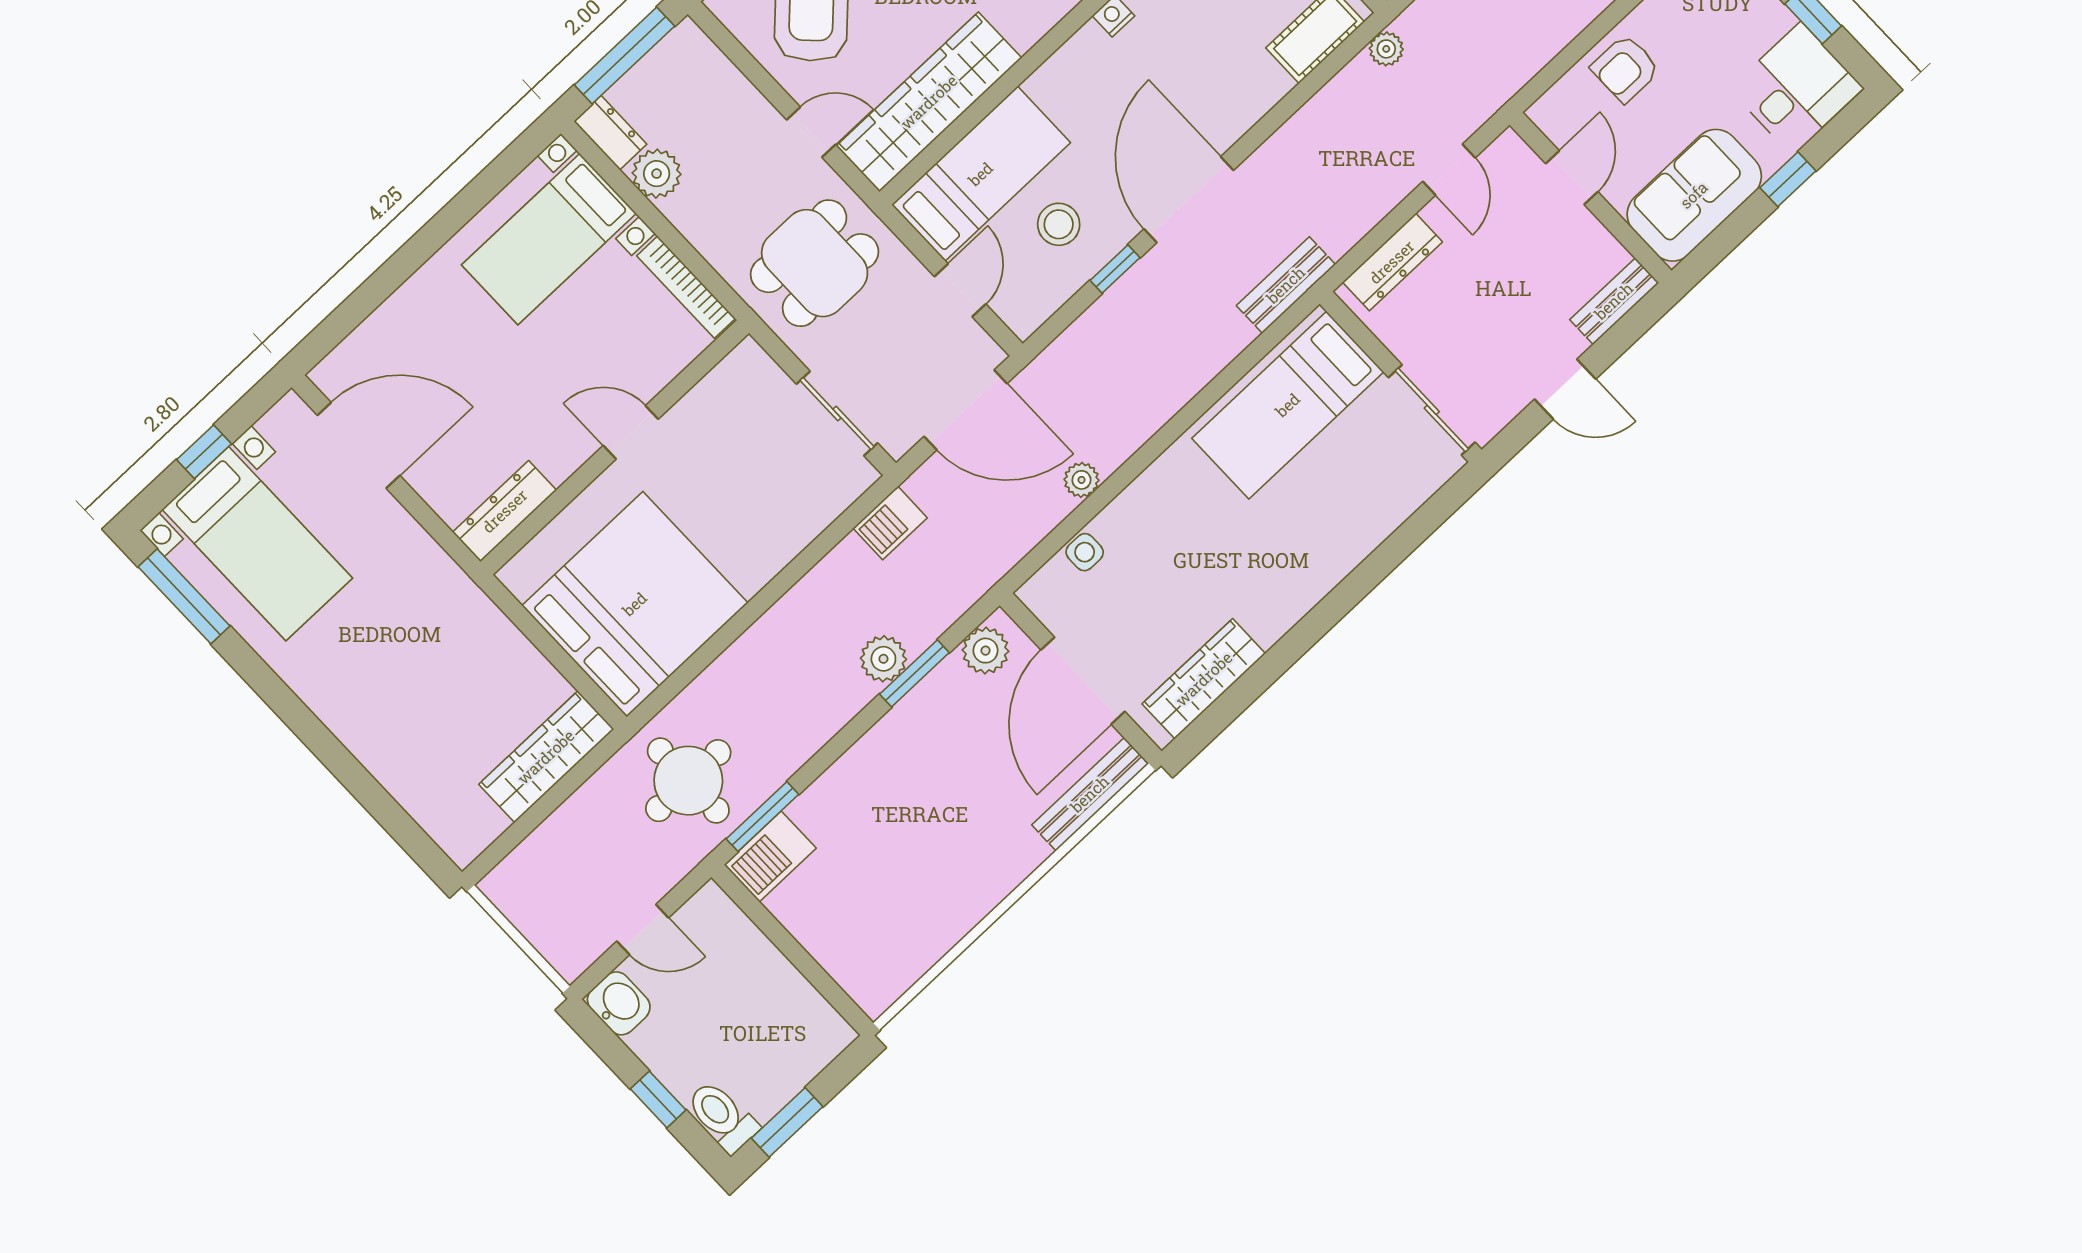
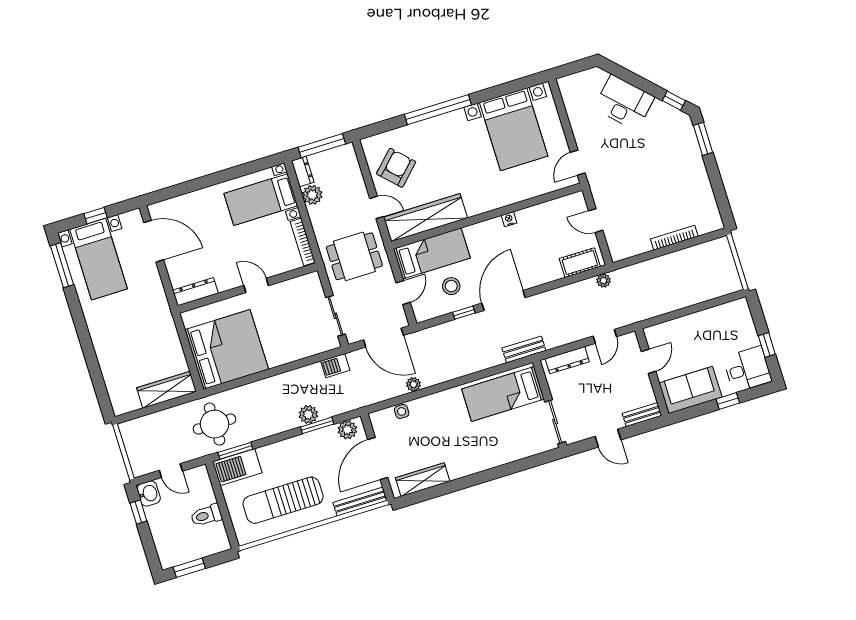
armchair: (1625, 68) -> (688, 331), removed
barbecue: (770, 857) -> (237, 467), width x1.37, depth x1.21
sun lounger: (920, 874) -> (283, 500), added
window: (658, 1099) -> (138, 512), moved
toilet: (722, 1117) -> (206, 515), moved, turned -90

